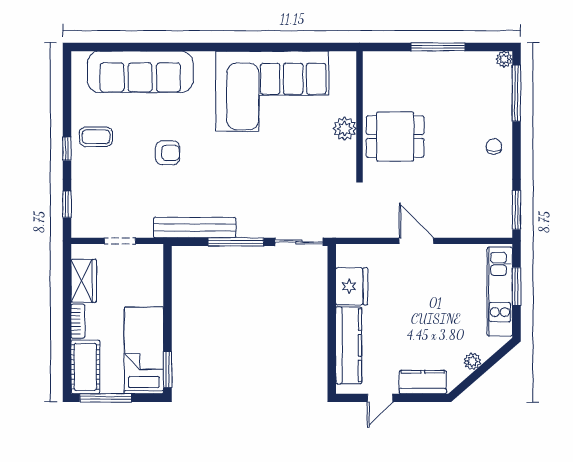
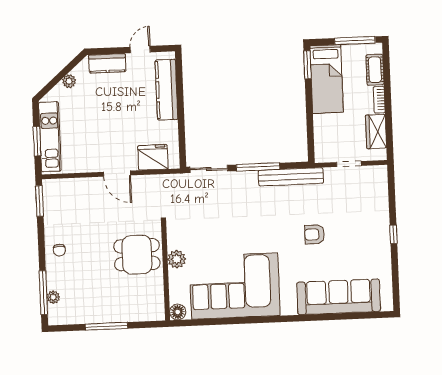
plant: (504, 59) -> (53, 297), moved
floor lamp: (346, 61) -> (178, 312), added
coffee table: (96, 137) -> (371, 245), removed
window: (67, 204) -> (392, 191), removed
fridge: (352, 286) -> (153, 157), moved, turned 90
cot: (85, 367) -> (375, 70), width x0.73, depth x0.75

